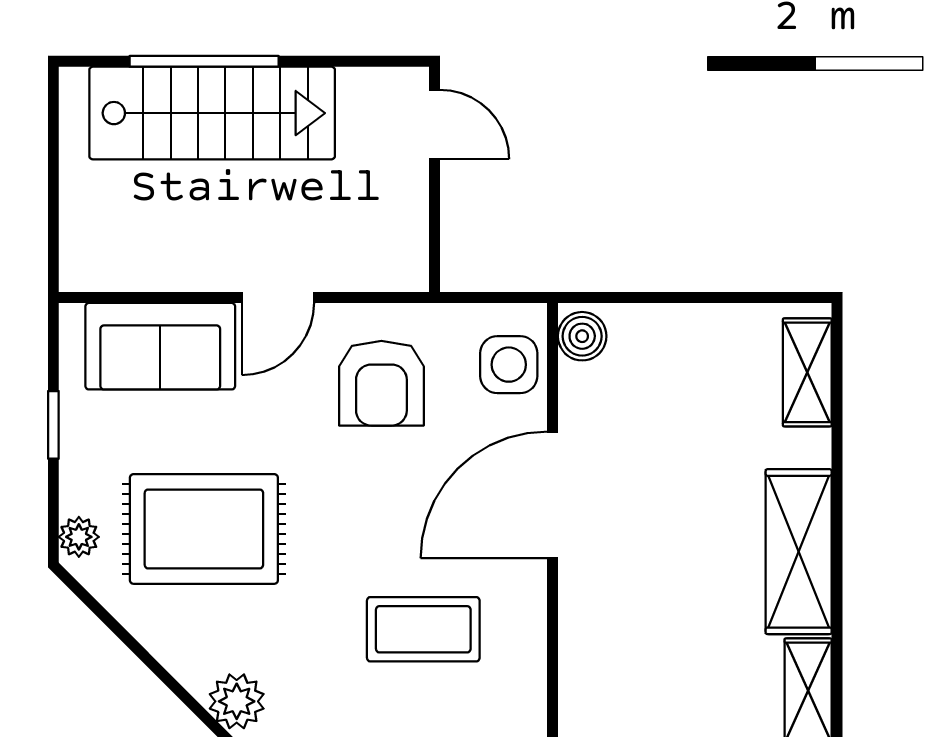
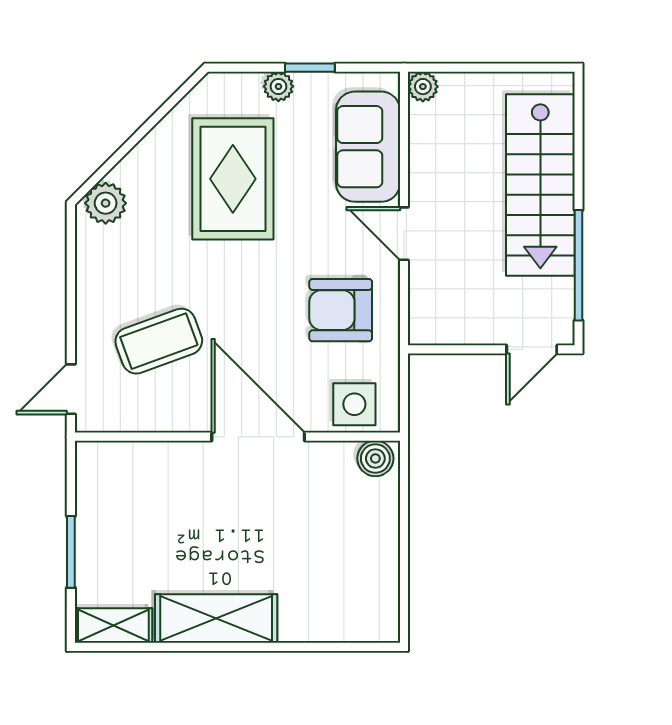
window: (204, 61) -> (579, 265), moved
plant: (79, 272) -> (423, 87), added
shelving: (807, 372) -> (349, 625), removed
plant: (79, 537) -> (278, 86), moved
coffee table: (423, 629) -> (159, 341), turned 70

